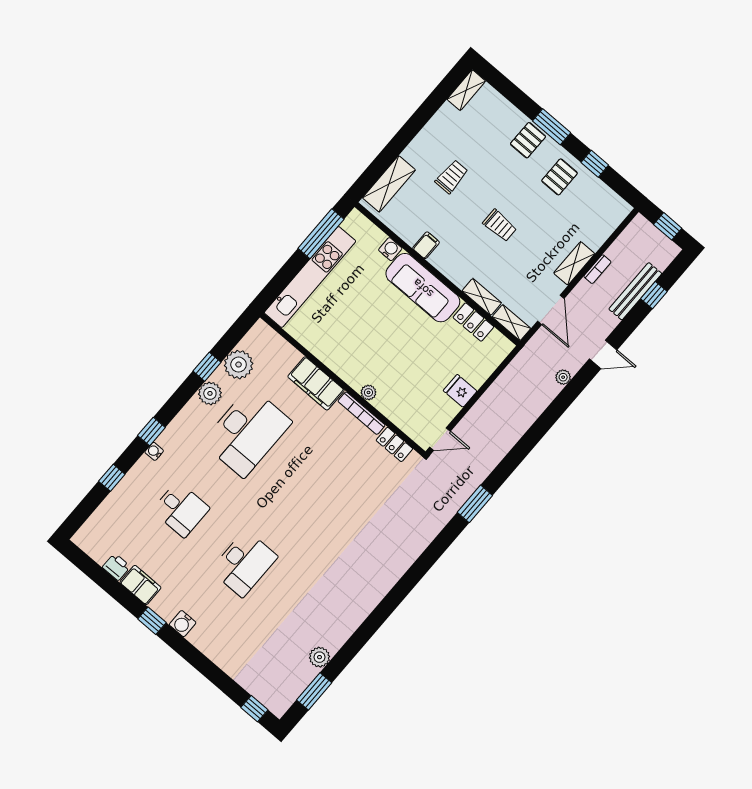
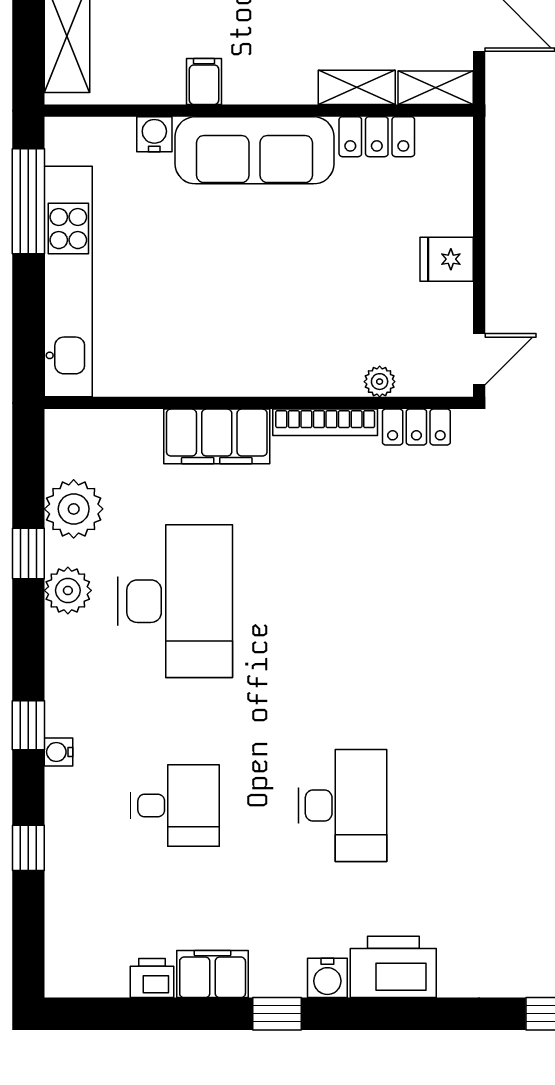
plant: (368, 392) -> (380, 382), moved
printer: (211, 641) -> (393, 967), added

